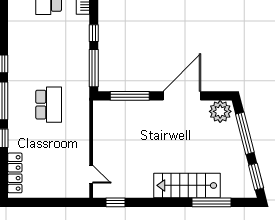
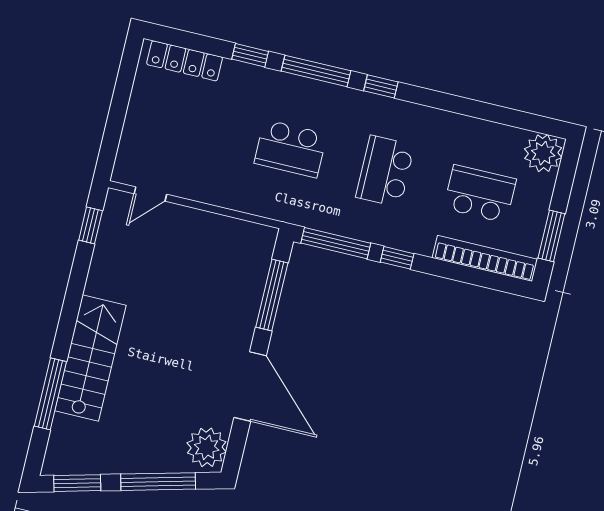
school desk: (49, 51) -> (385, 171), added

